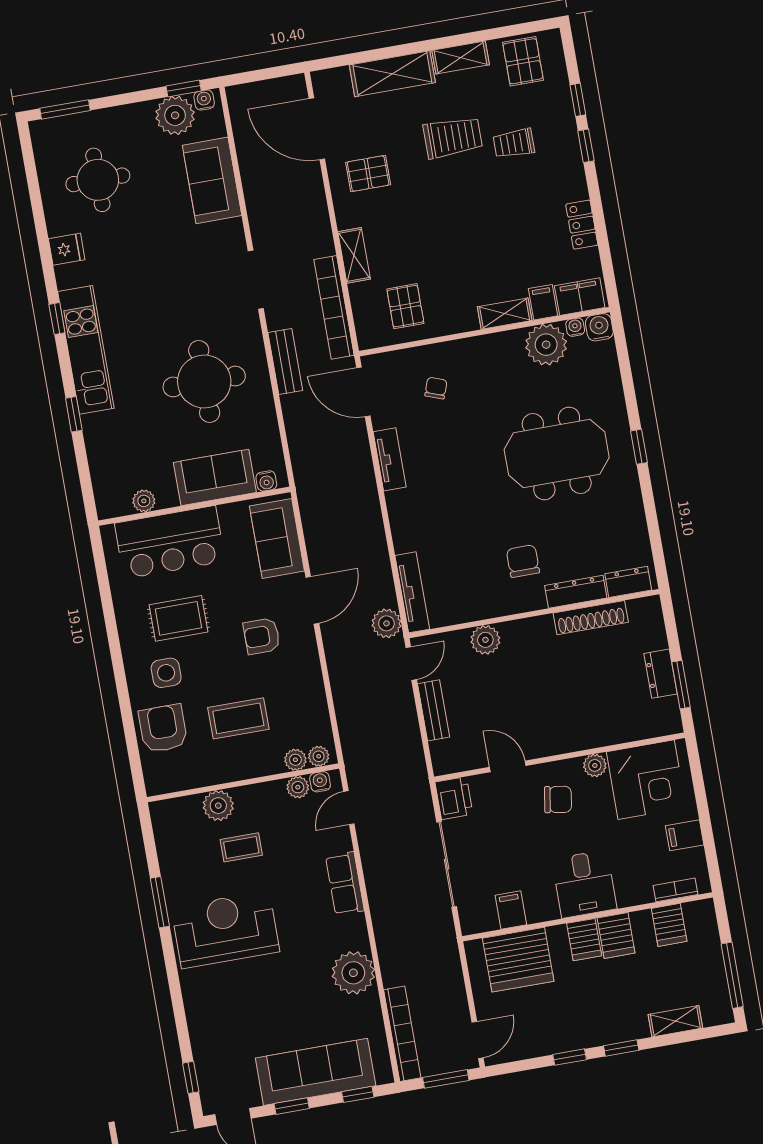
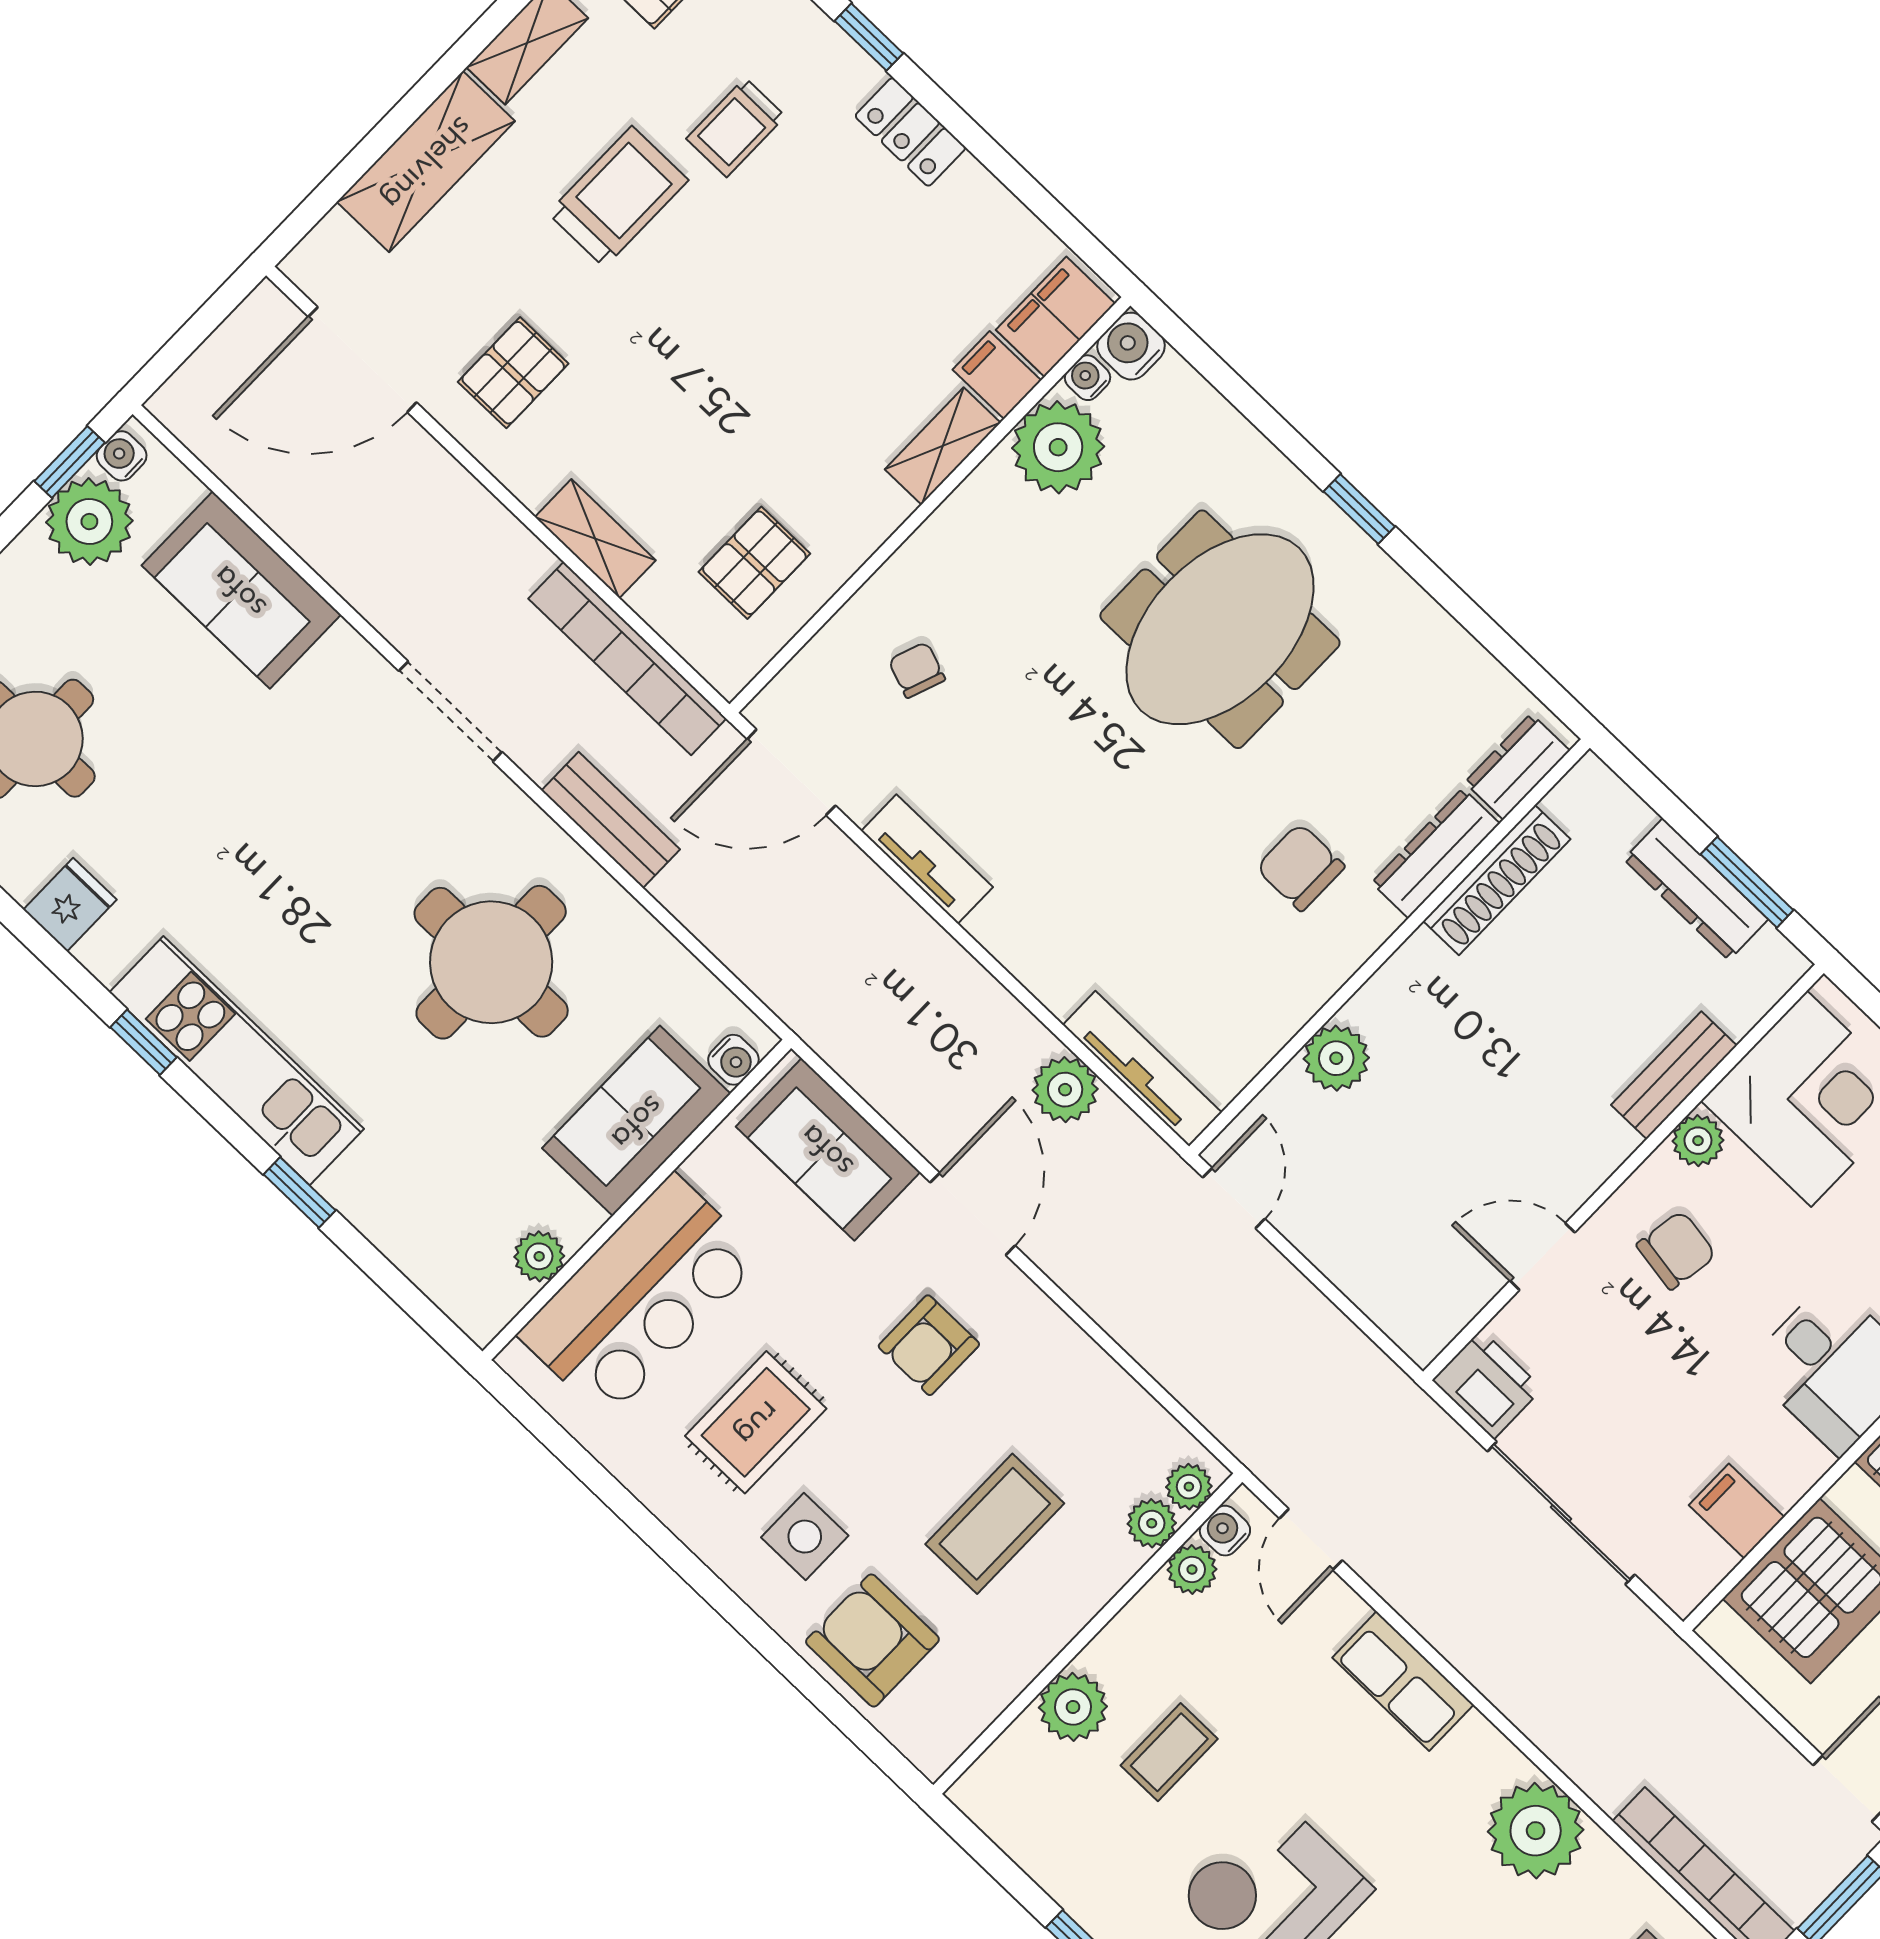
locker: (582, 225) -> (910, 132), moved
pallet: (405, 306) -> (754, 563), turned 90
plant: (386, 623) -> (1065, 1090), moved
dresser: (660, 674) -> (1696, 889), width x1.44
bench: (434, 710) -> (1674, 1075), moved, turned 90

